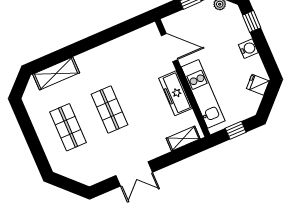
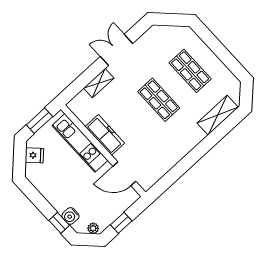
water cooler: (248, 49) -> (70, 216), moved
fridge: (258, 85) -> (34, 155), moved
window: (236, 130) -> (39, 121), width x1.50
shelving: (183, 138) -> (99, 83), moved

